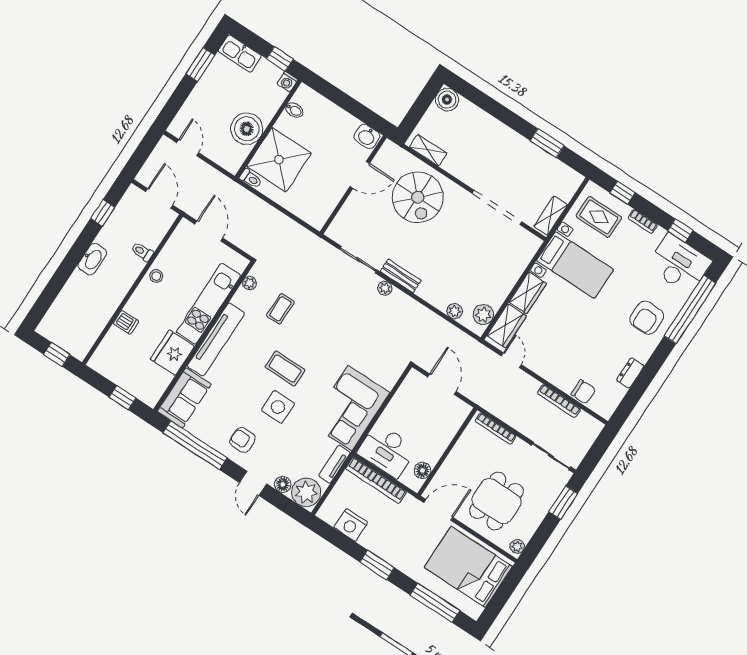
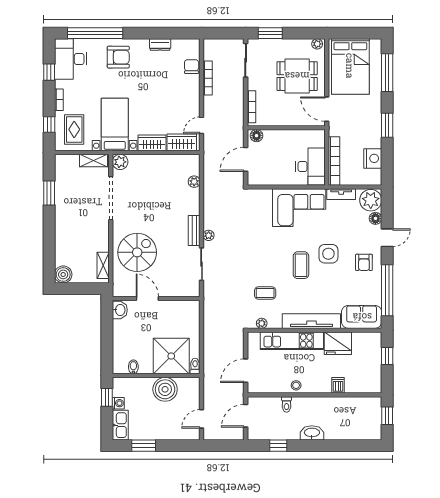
washing machine: (287, 82) -> (118, 403), moved
plant: (483, 315) -> (120, 162), moved
floor lamp: (422, 470) -> (257, 136), moved

